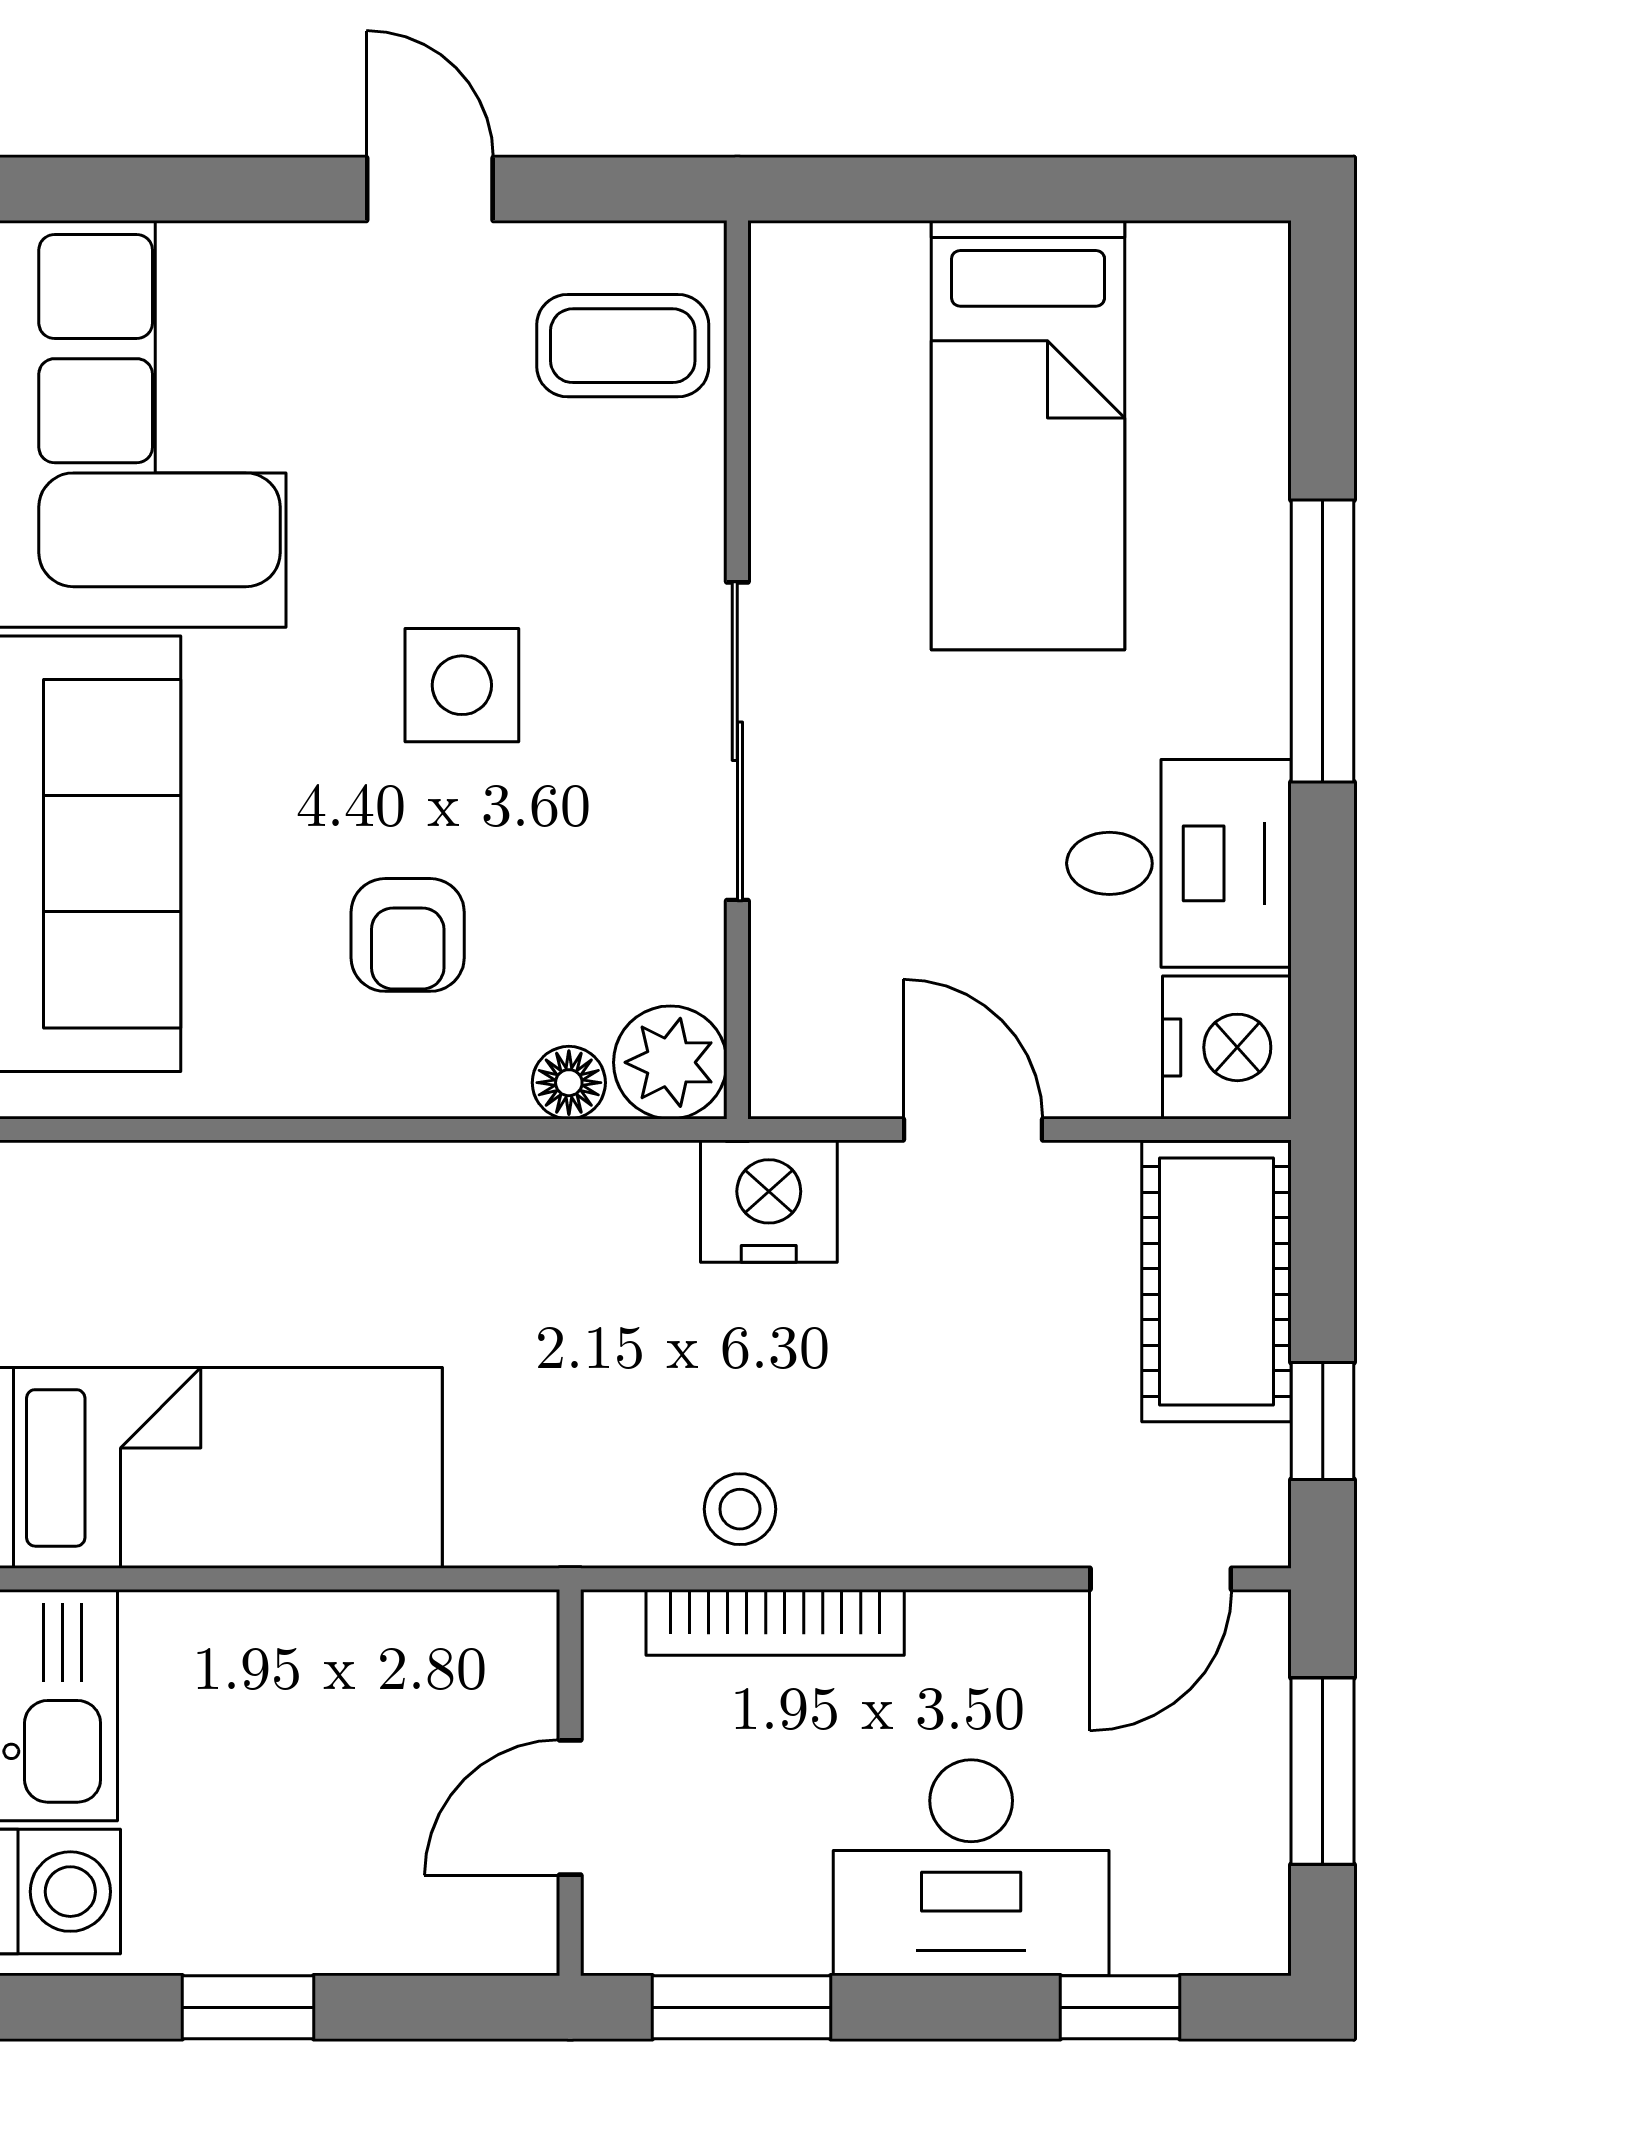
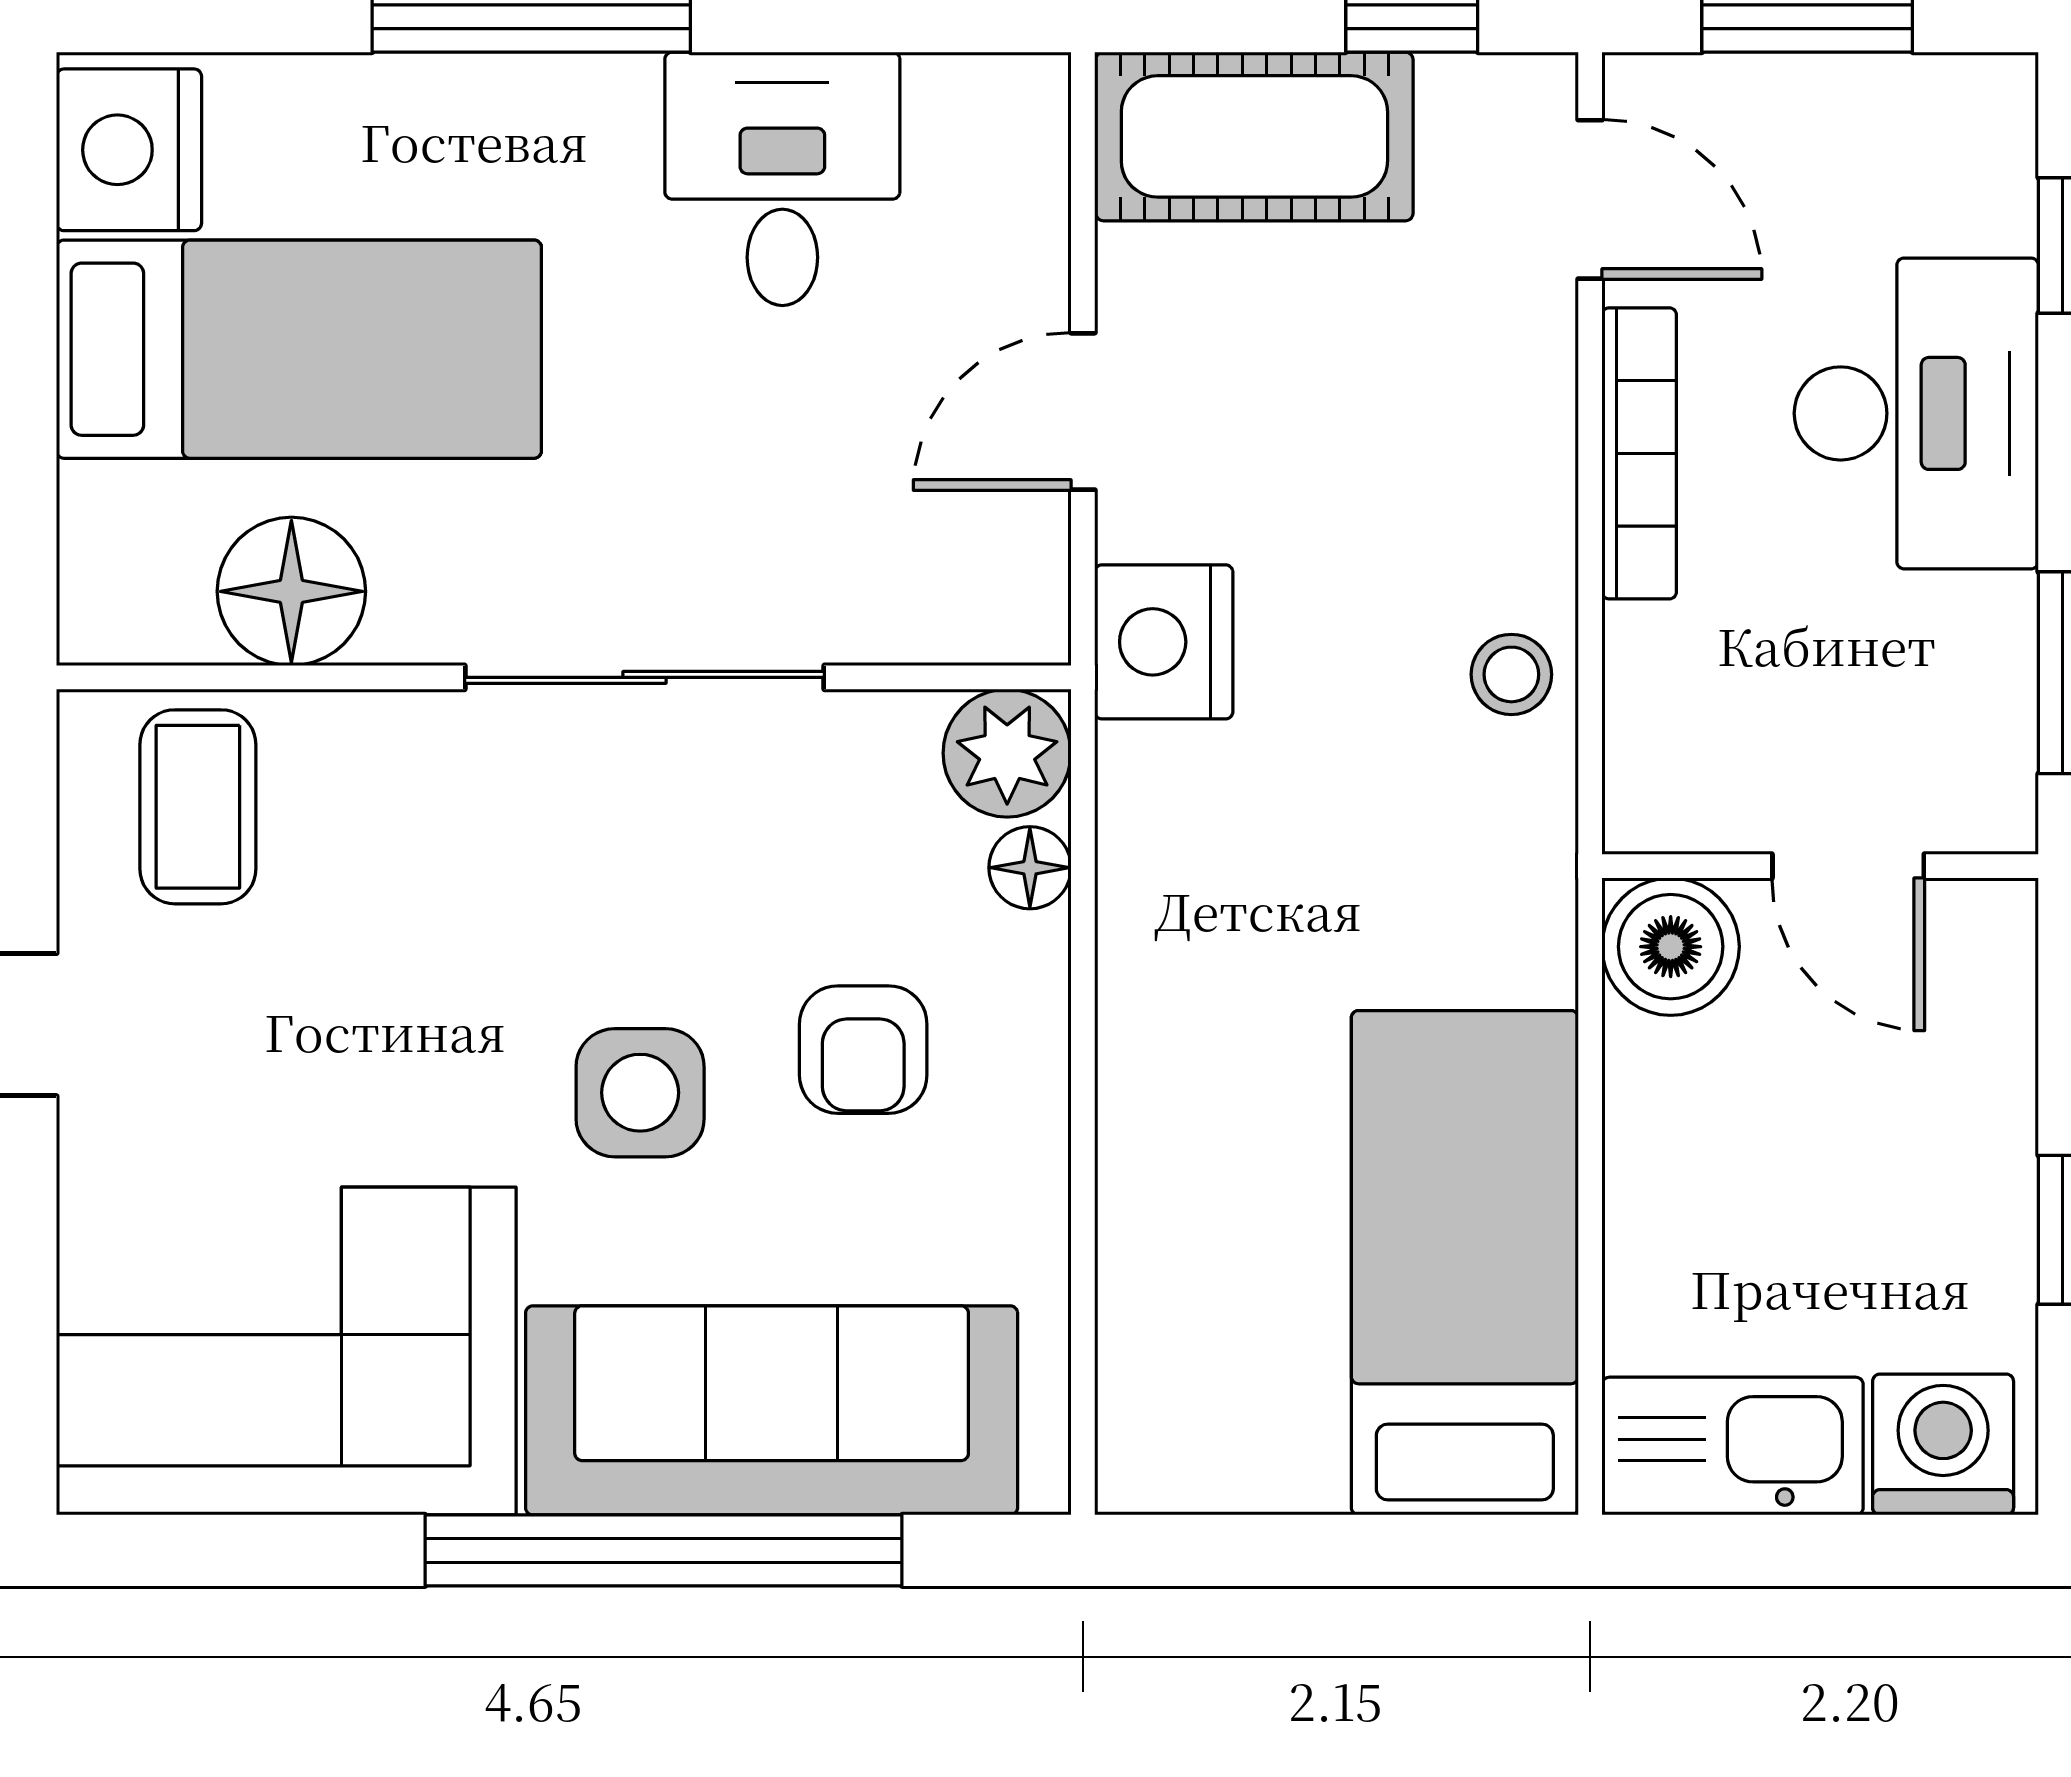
floor lamp: (814, 428) -> (291, 591), added
side table: (462, 685) -> (640, 1093), moved
armchair: (408, 935) -> (863, 1050), turned 90
nightstand: (1227, 1047) -> (129, 150), moved, turned -90
bookcase: (775, 1622) -> (1639, 453), moved
boiler: (499, 1650) -> (1671, 947), added

